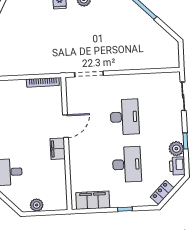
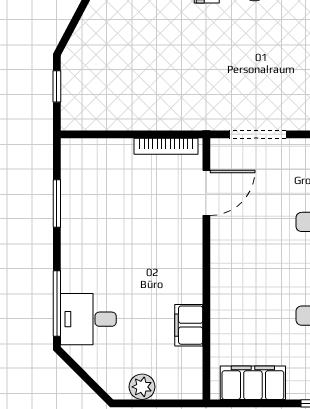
door: (65, 126) -> (206, 193), moved
filing cabinet: (58, 149) -> (189, 325), moved

